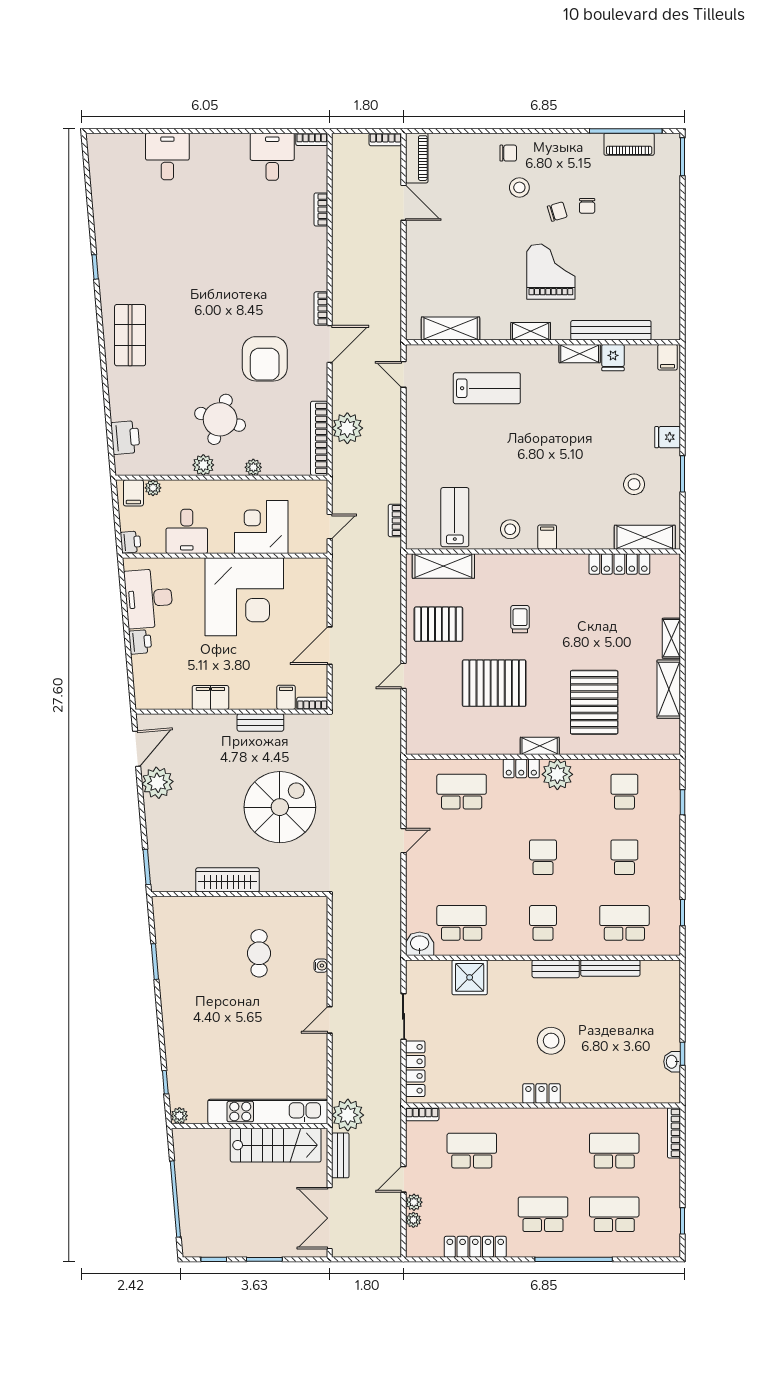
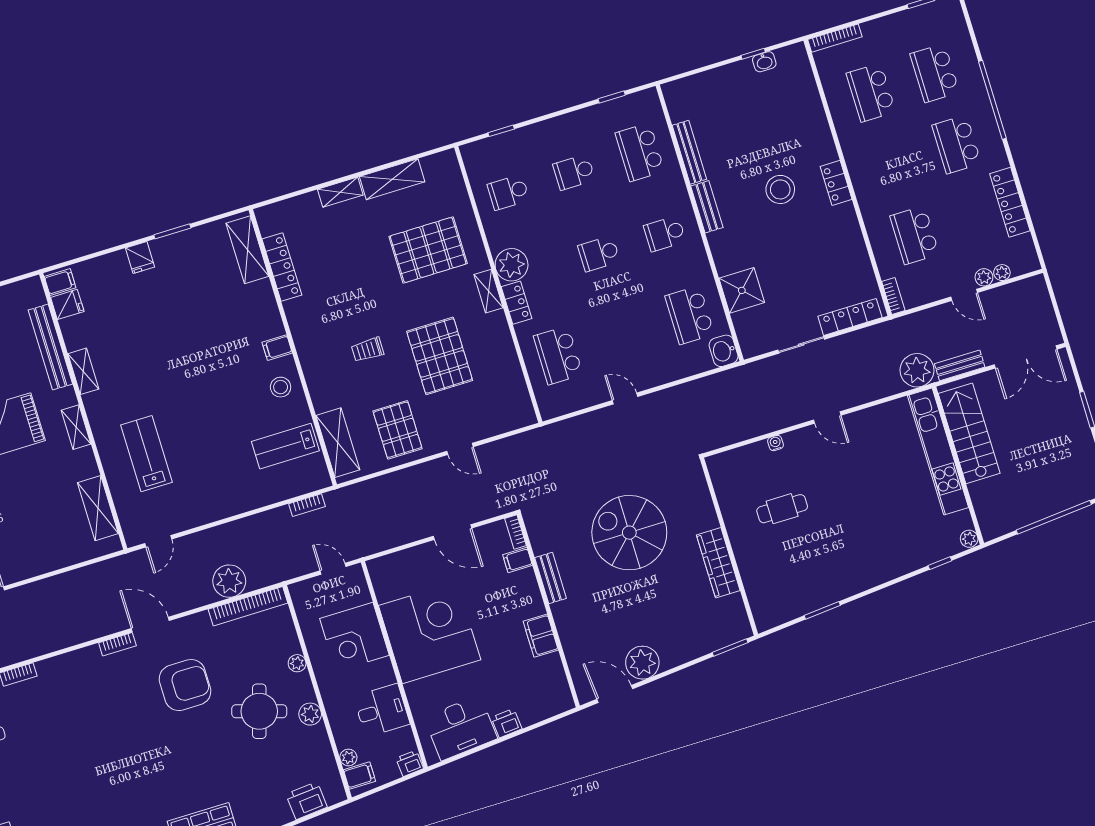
fridge: (613, 358) -> (67, 304), moved
stool: (634, 484) -> (198, 277), removed

